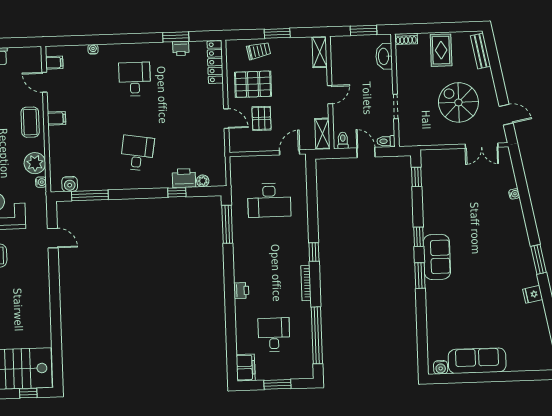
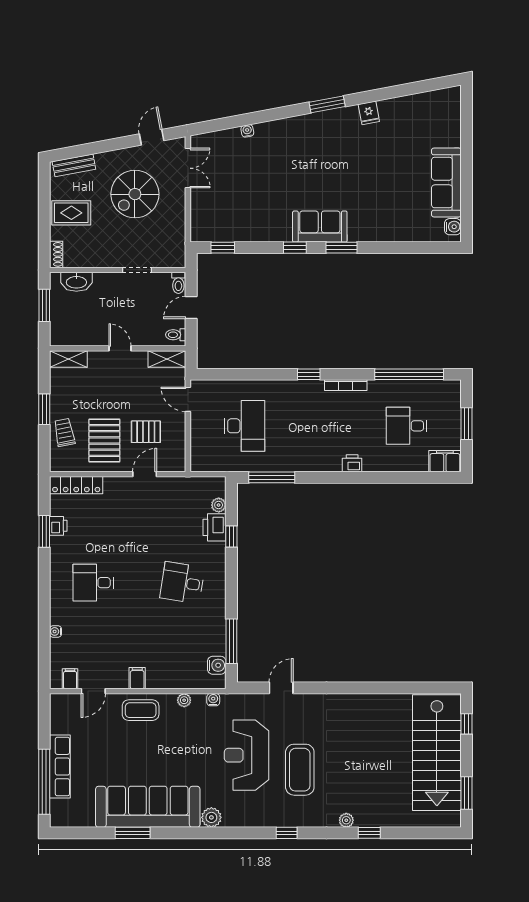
plant: (35, 163) -> (184, 700), width x0.53, depth x0.53

